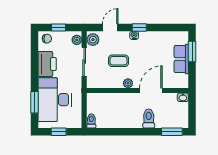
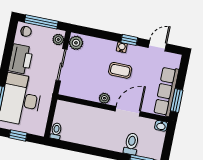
window: (59, 27) -> (41, 22), width x2.17
door: (110, 27) -> (157, 46), moved
window: (192, 52) -> (177, 101), moved
row of seats: (181, 59) -> (166, 91), width x1.48
coffee table: (119, 61) -> (120, 70), moved
toilet: (149, 119) -> (131, 144), moved

